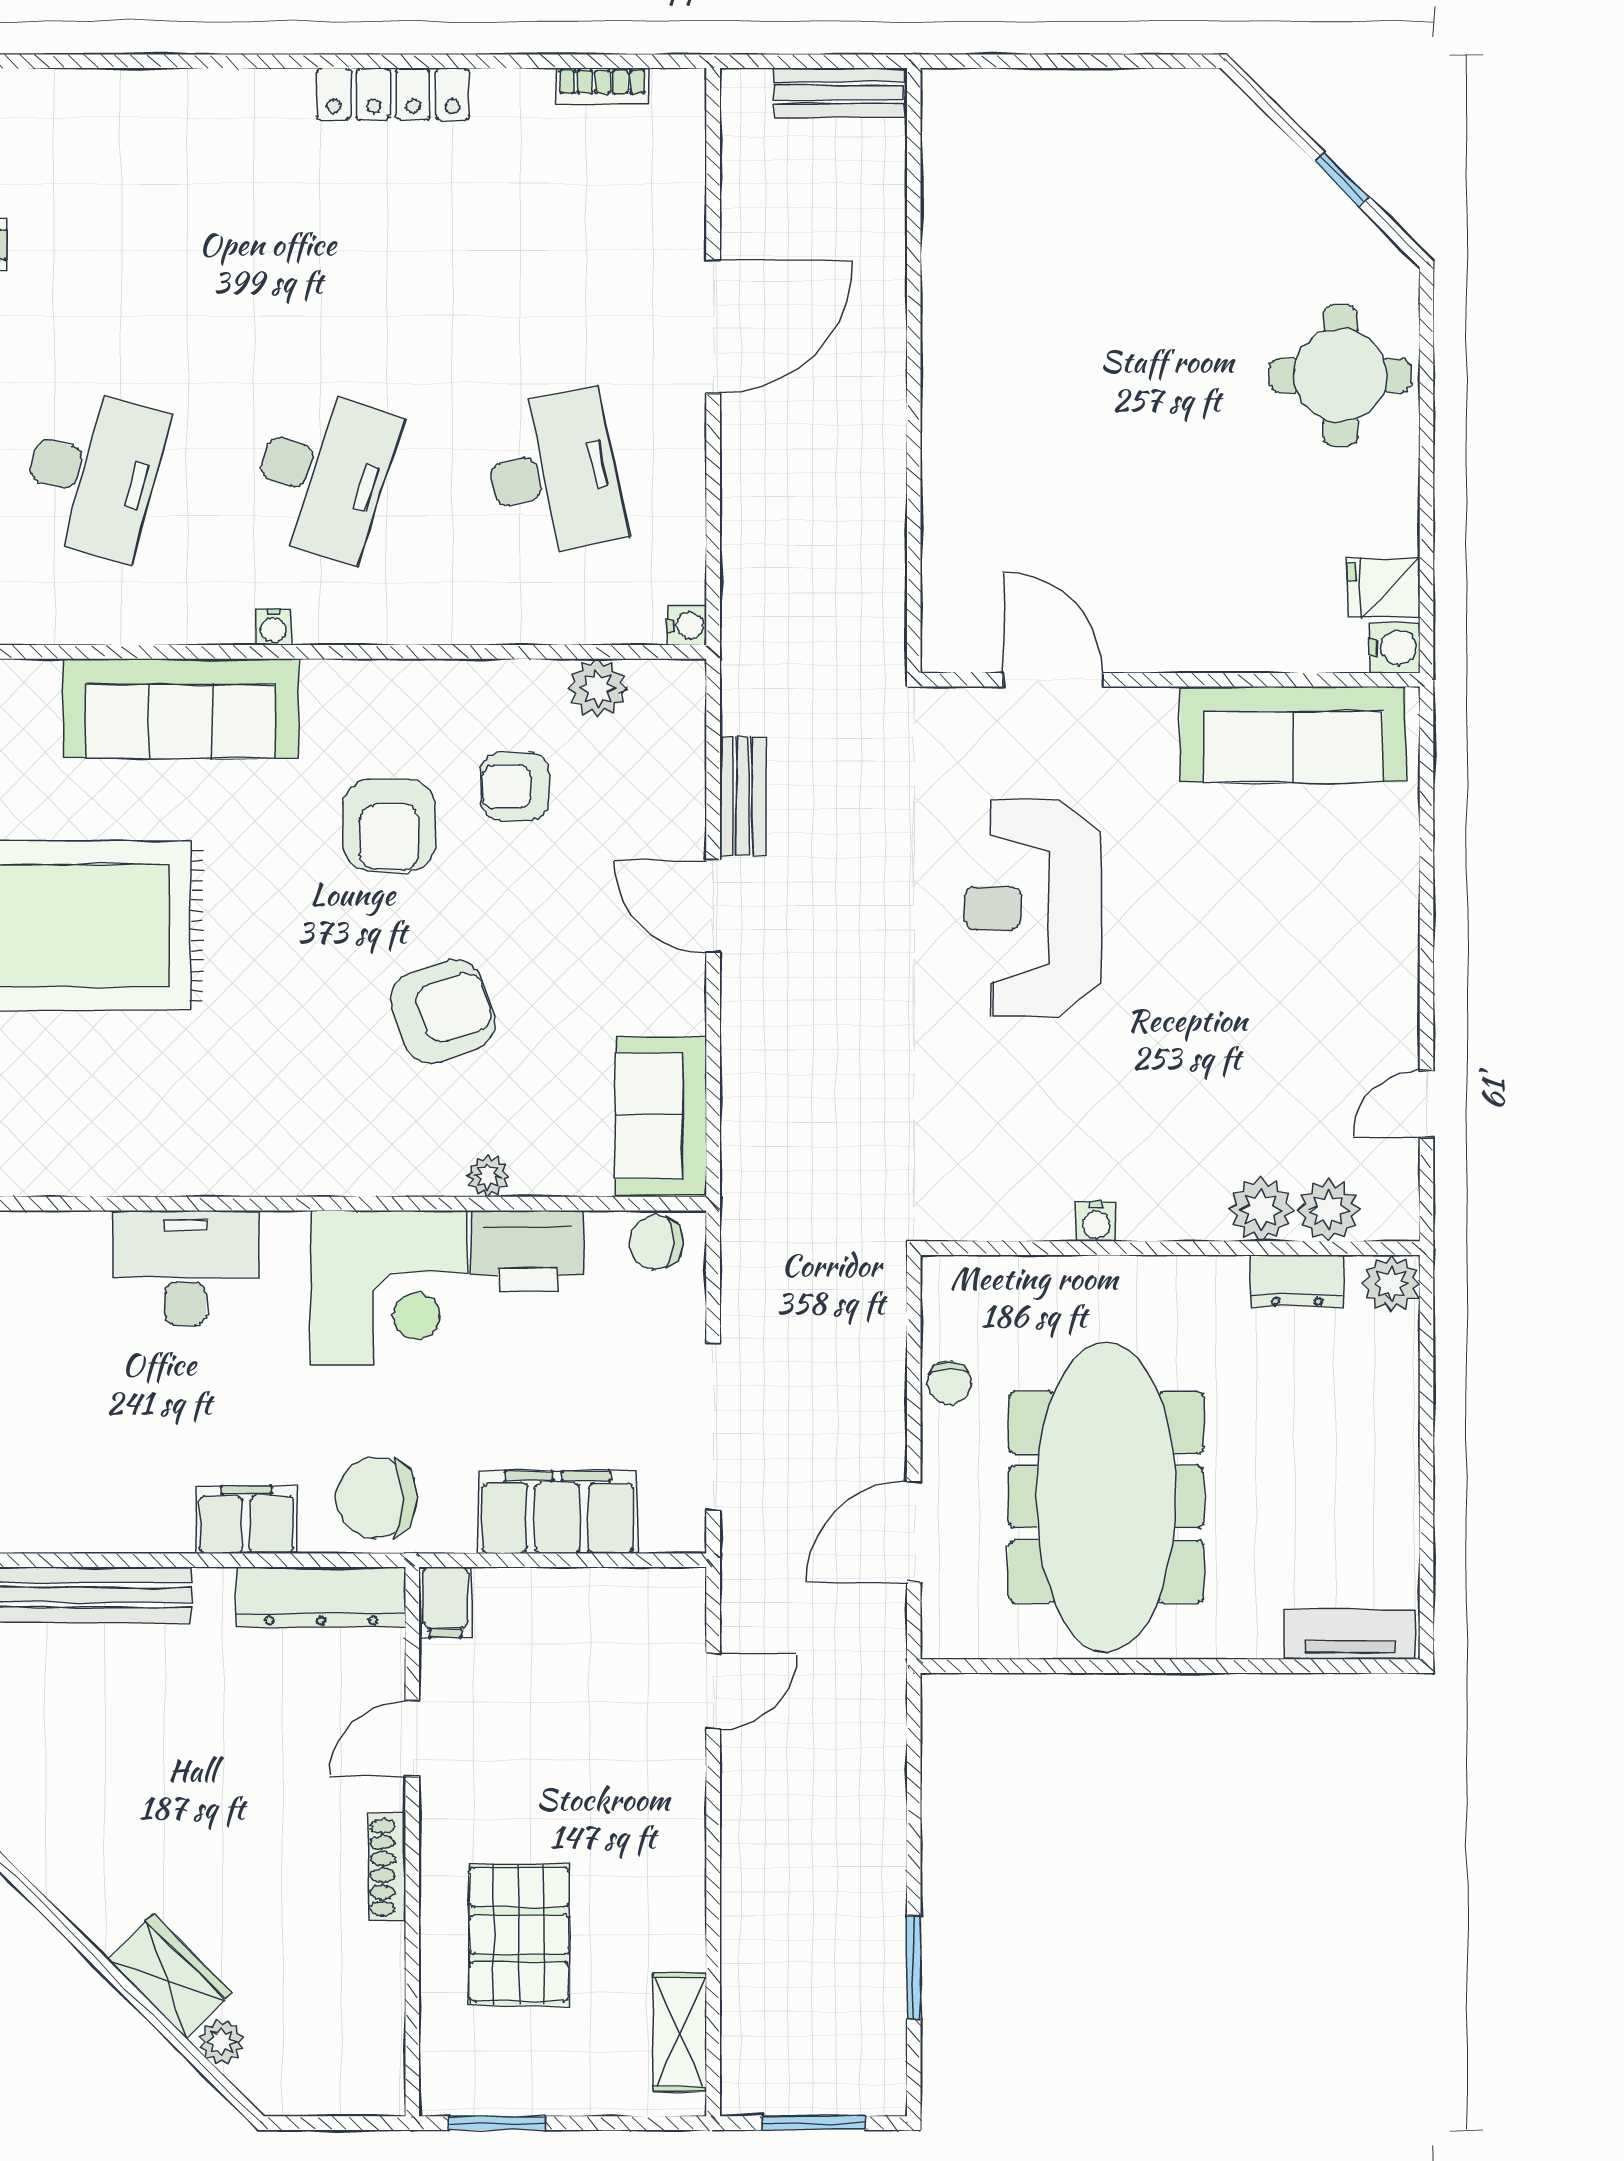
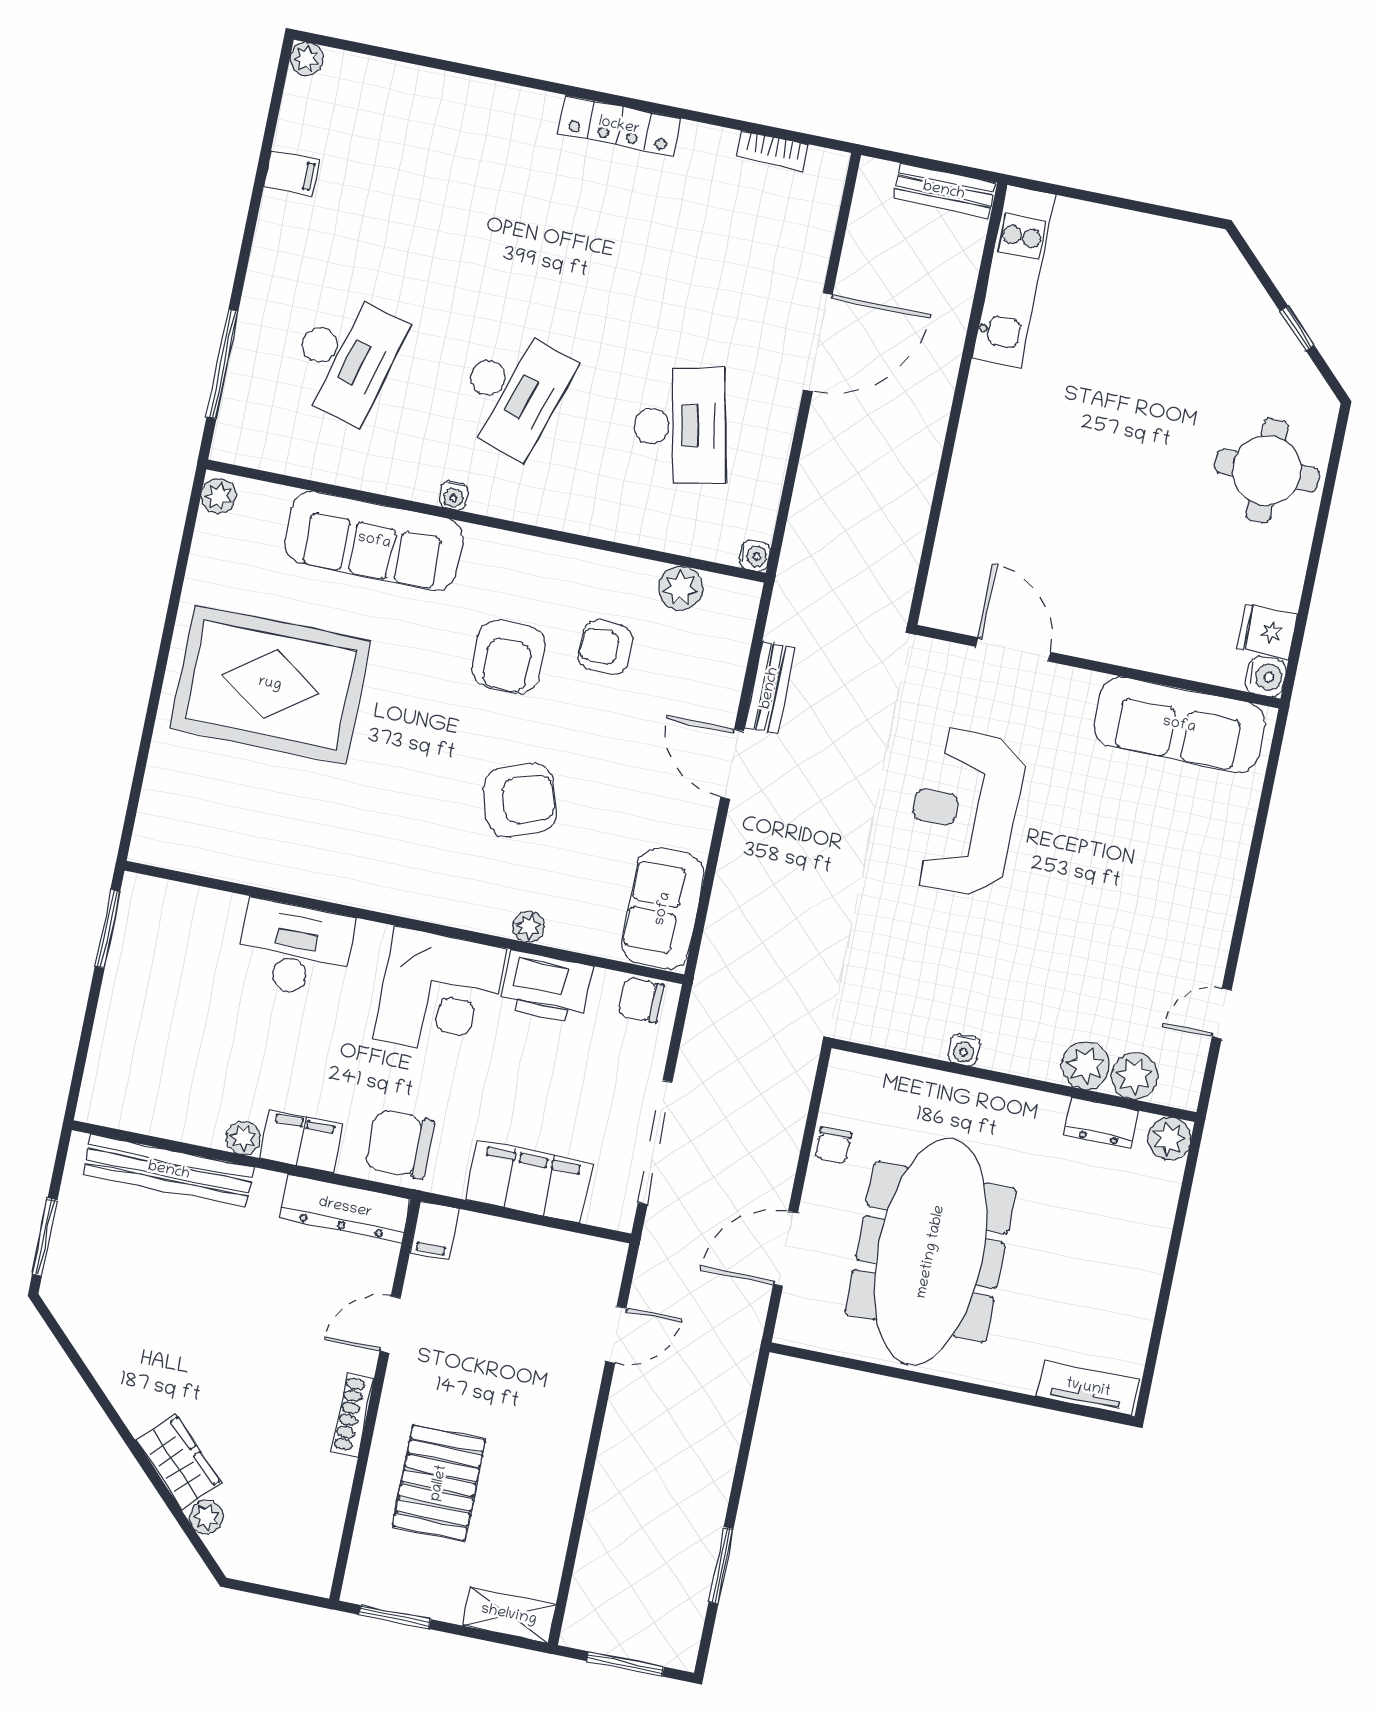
kitchen unit: (954, 187) -> (1014, 276), added
plant: (168, 1531) -> (243, 1138), added
shelving: (680, 2032) -> (509, 1615), moved, turned 90

